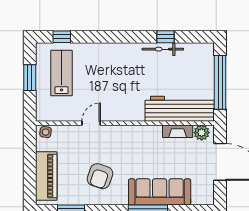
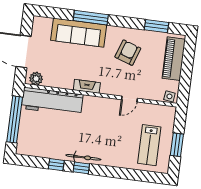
window: (62, 37) -> (81, 168), moved
bicycle: (163, 49) -> (83, 157), moved
fireplace: (178, 131) -> (87, 86), moved

